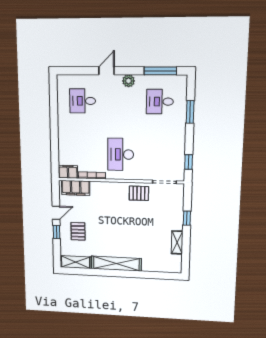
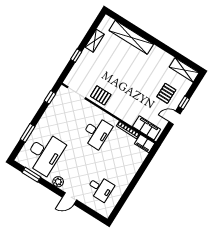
window: (160, 71) -> (31, 175), width x0.69
desk: (160, 102) -> (45, 153), width x1.87, depth x1.30
shelving: (116, 264) -> (131, 37), moved

